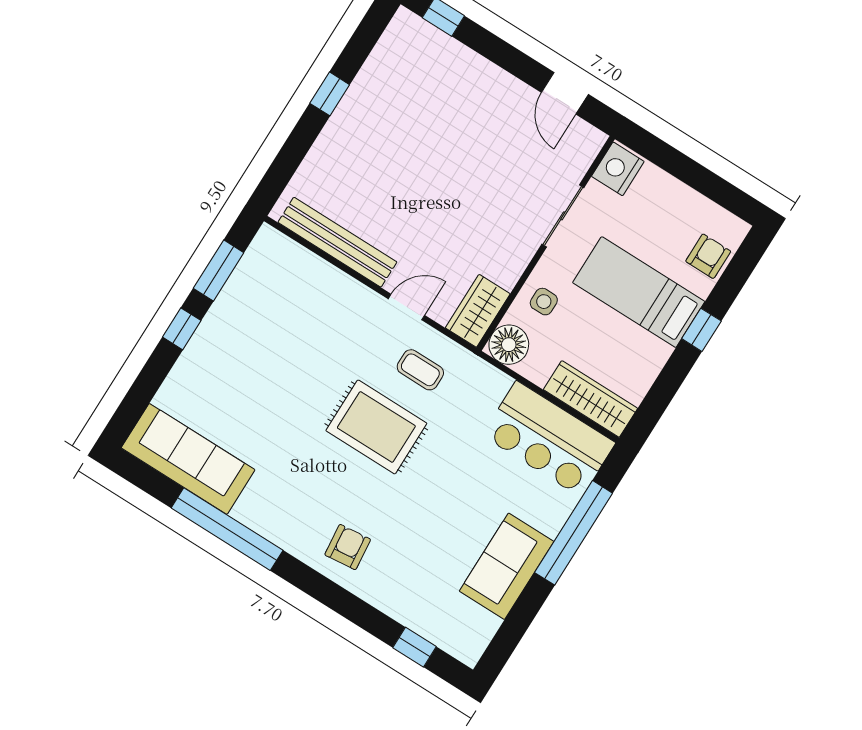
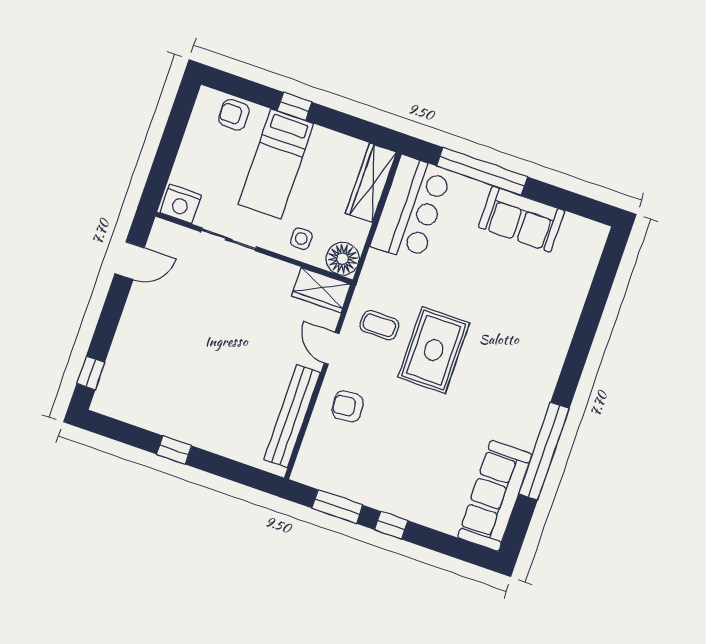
coffee table: (420, 370) -> (379, 325), turned 90
armchair: (348, 547) -> (348, 406), moved
window: (414, 647) -> (604, 278), removed

